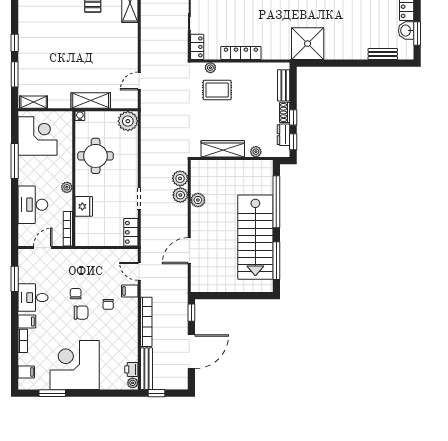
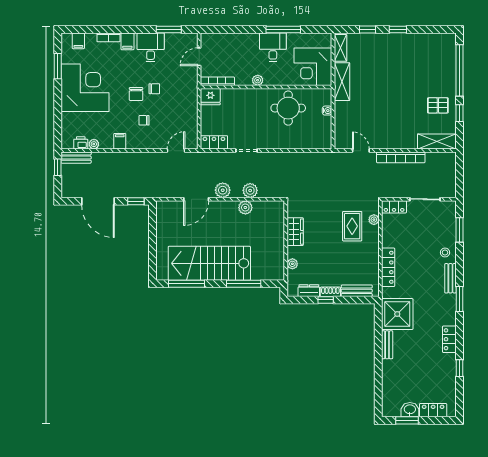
locker: (241, 53) -> (388, 267), moved
bench: (383, 54) -> (387, 345), moved
window: (15, 74) -> (367, 29), width x0.67
shelving: (91, 100) -> (342, 82), moved
water cooler: (80, 116) -> (327, 111), moved
plant: (128, 121) -> (322, 139), removed
corner desk: (37, 136) -> (313, 67), moved, turned 90
window: (293, 142) -> (302, 300), removed
wardrobe: (223, 149) -> (295, 232), width x0.67
plant: (180, 178) -> (223, 190), moved
window: (276, 202) -> (244, 284), width x0.68
desk: (33, 205) -> (273, 47), moved, width x0.73
fridge: (84, 206) -> (210, 97), moved
door: (43, 248) -> (199, 57), swing flipped
door: (189, 251) -> (196, 199), swing flipped
filing cabinet: (130, 291) -> (120, 141), moved
bookcase: (146, 322) -> (401, 157), moved
bench: (146, 369) -> (76, 158), width x0.73
plant: (133, 383) -> (94, 144), moved

